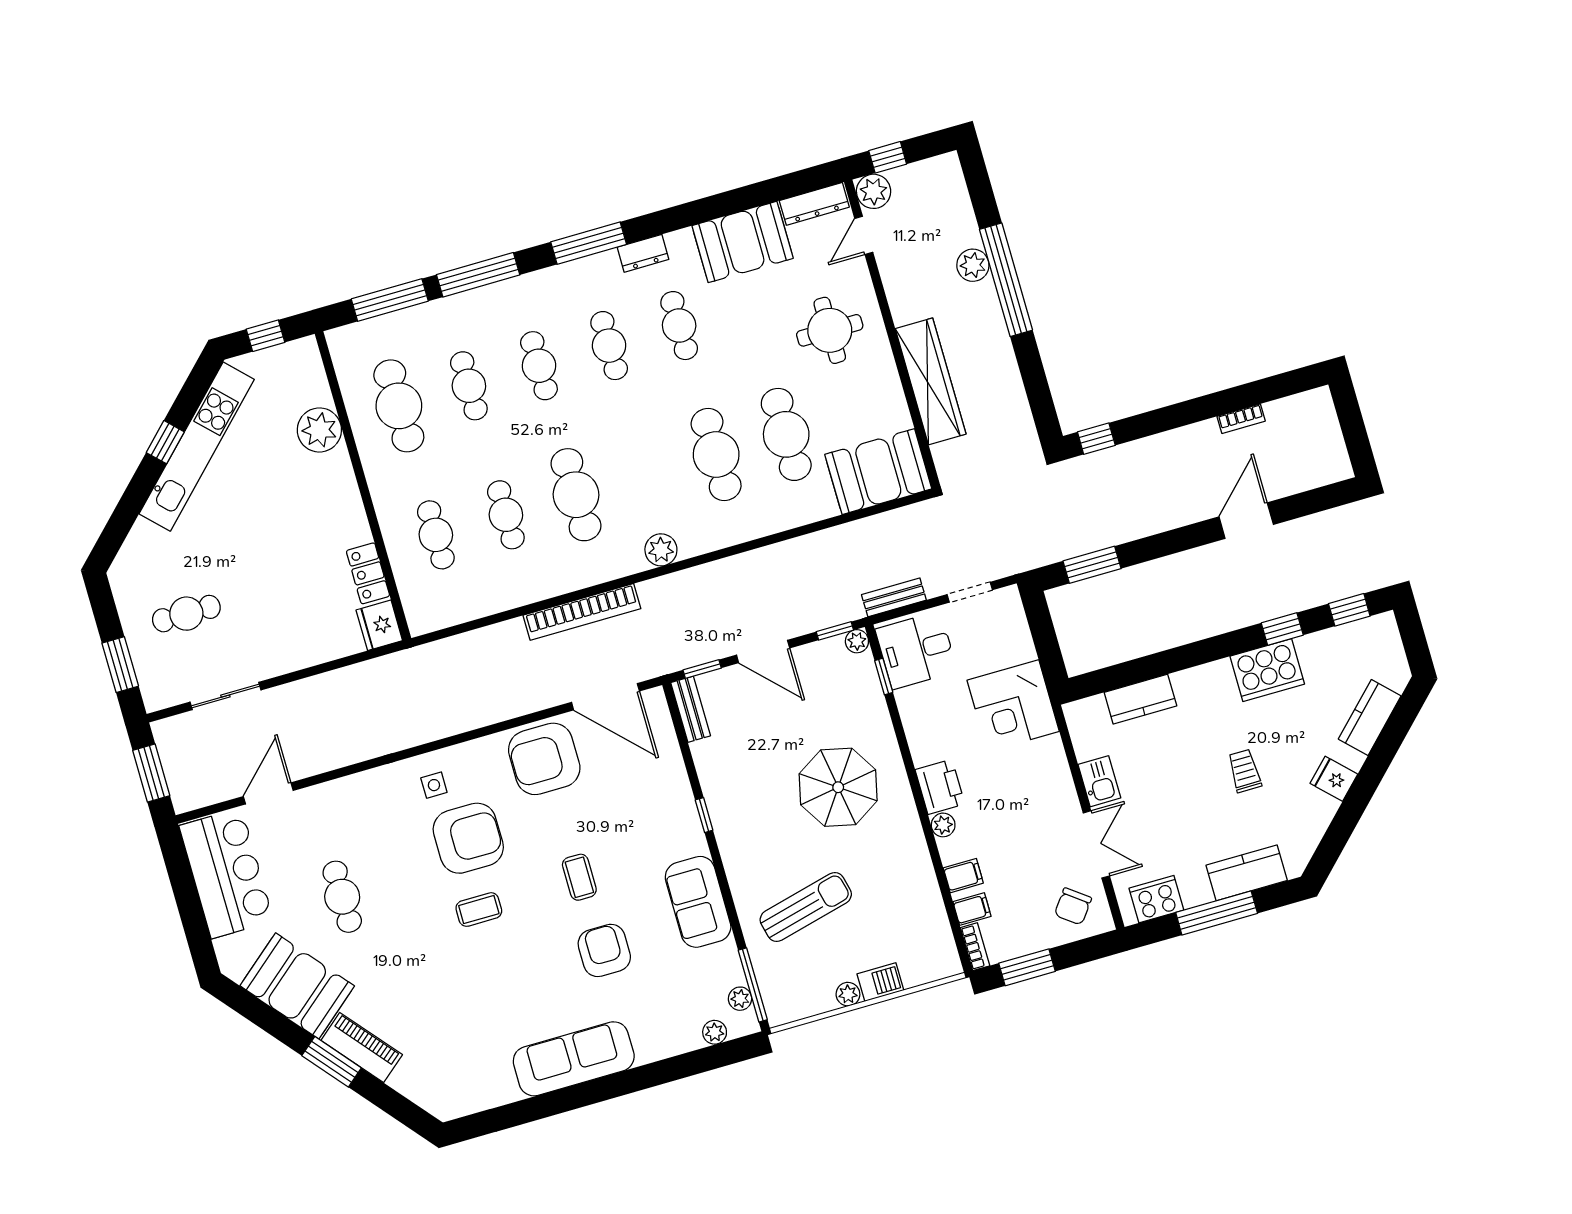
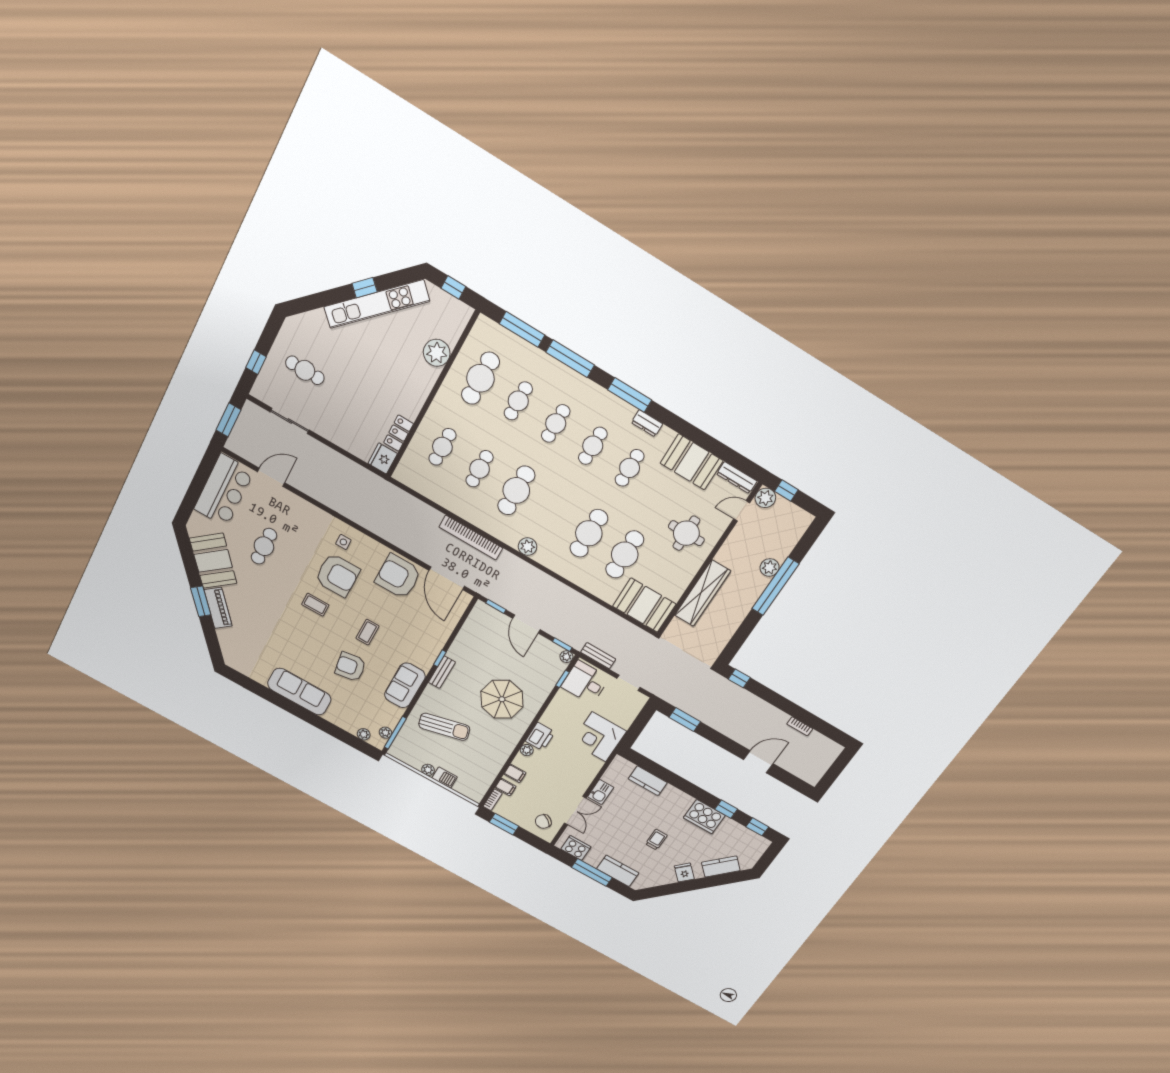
window: (120, 665) -> (256, 362), width x0.67
bench: (691, 709) -> (442, 672), moved
armchair: (604, 950) -> (350, 667), turned -99

